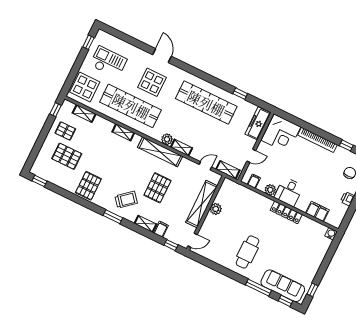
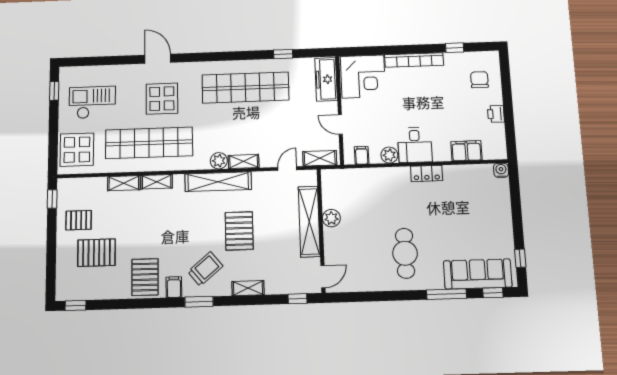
shelving: (84, 113) -> (124, 183), moved
door: (251, 156) -> (340, 124), swing flipped
locker: (286, 212) -> (427, 173), width x0.66
filing cabinet: (161, 229) -> (174, 287), moved

